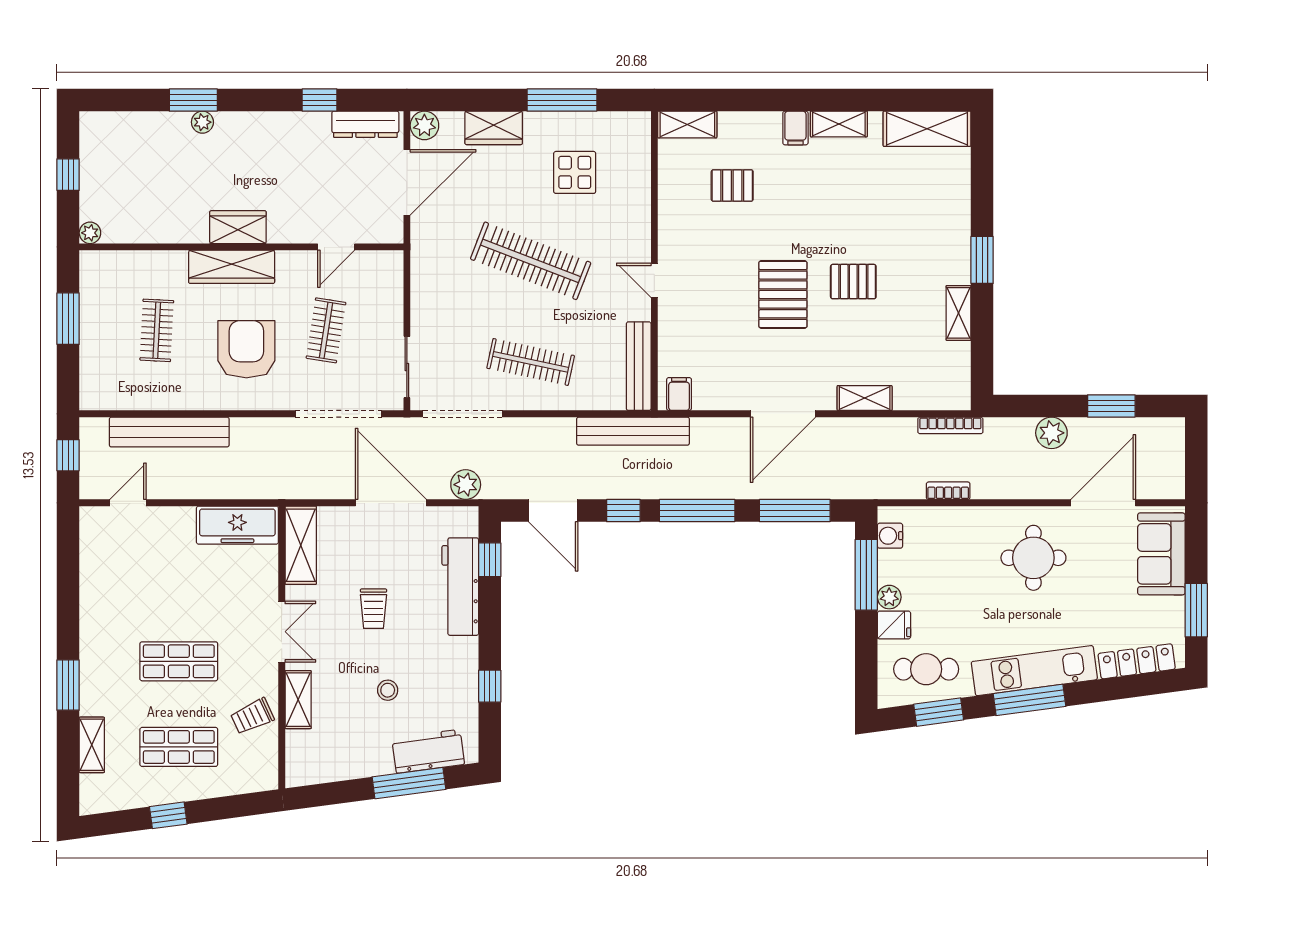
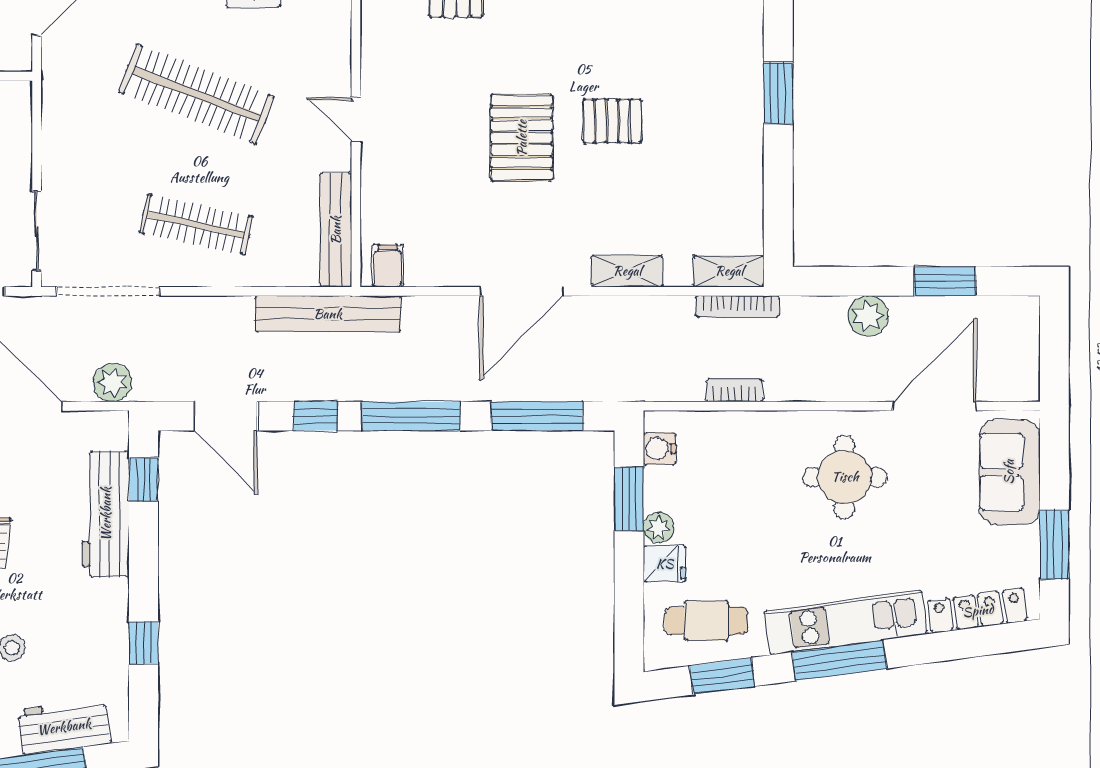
shelving: (959, 313) -> (729, 271), moved, turned 90
window: (866, 575) -> (629, 499), width x0.69

